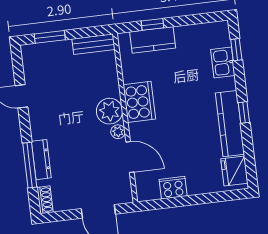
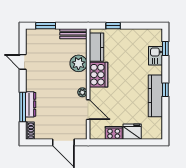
kitchen counter: (153, 40) -> (96, 47), moved, turned -90
plant: (109, 111) -> (78, 63), moved
fridge: (234, 171) -> (132, 132), moved, turned 90

